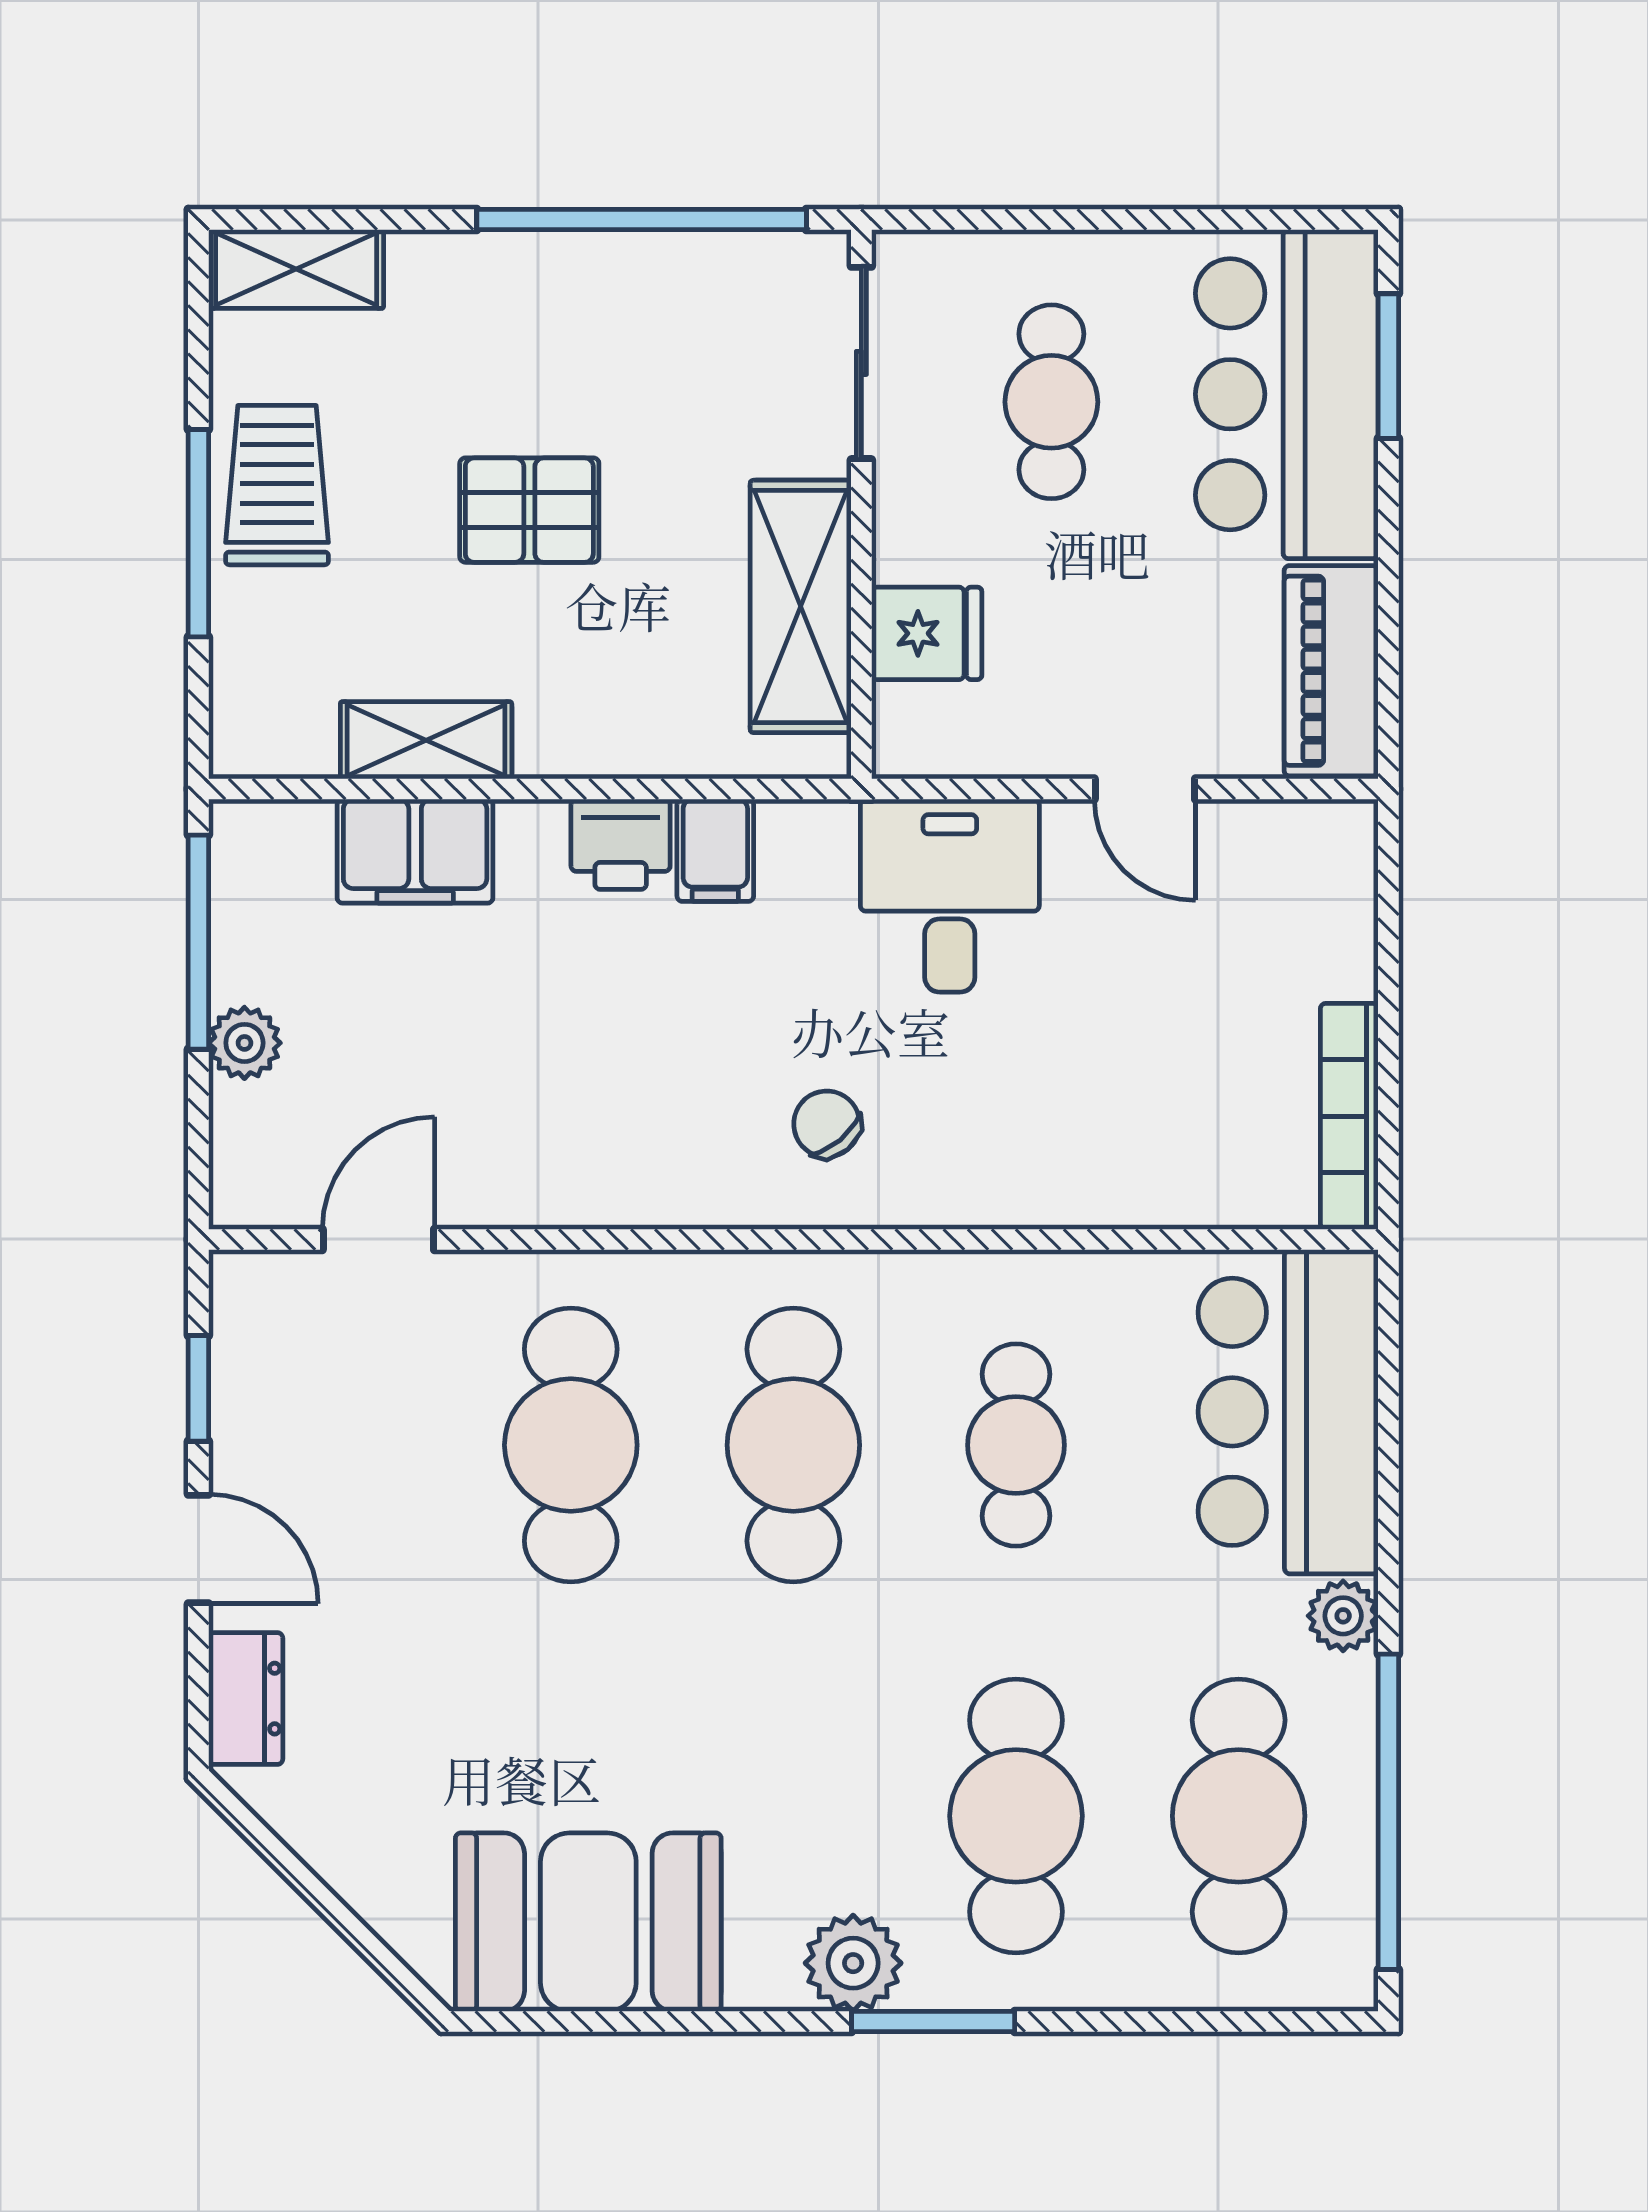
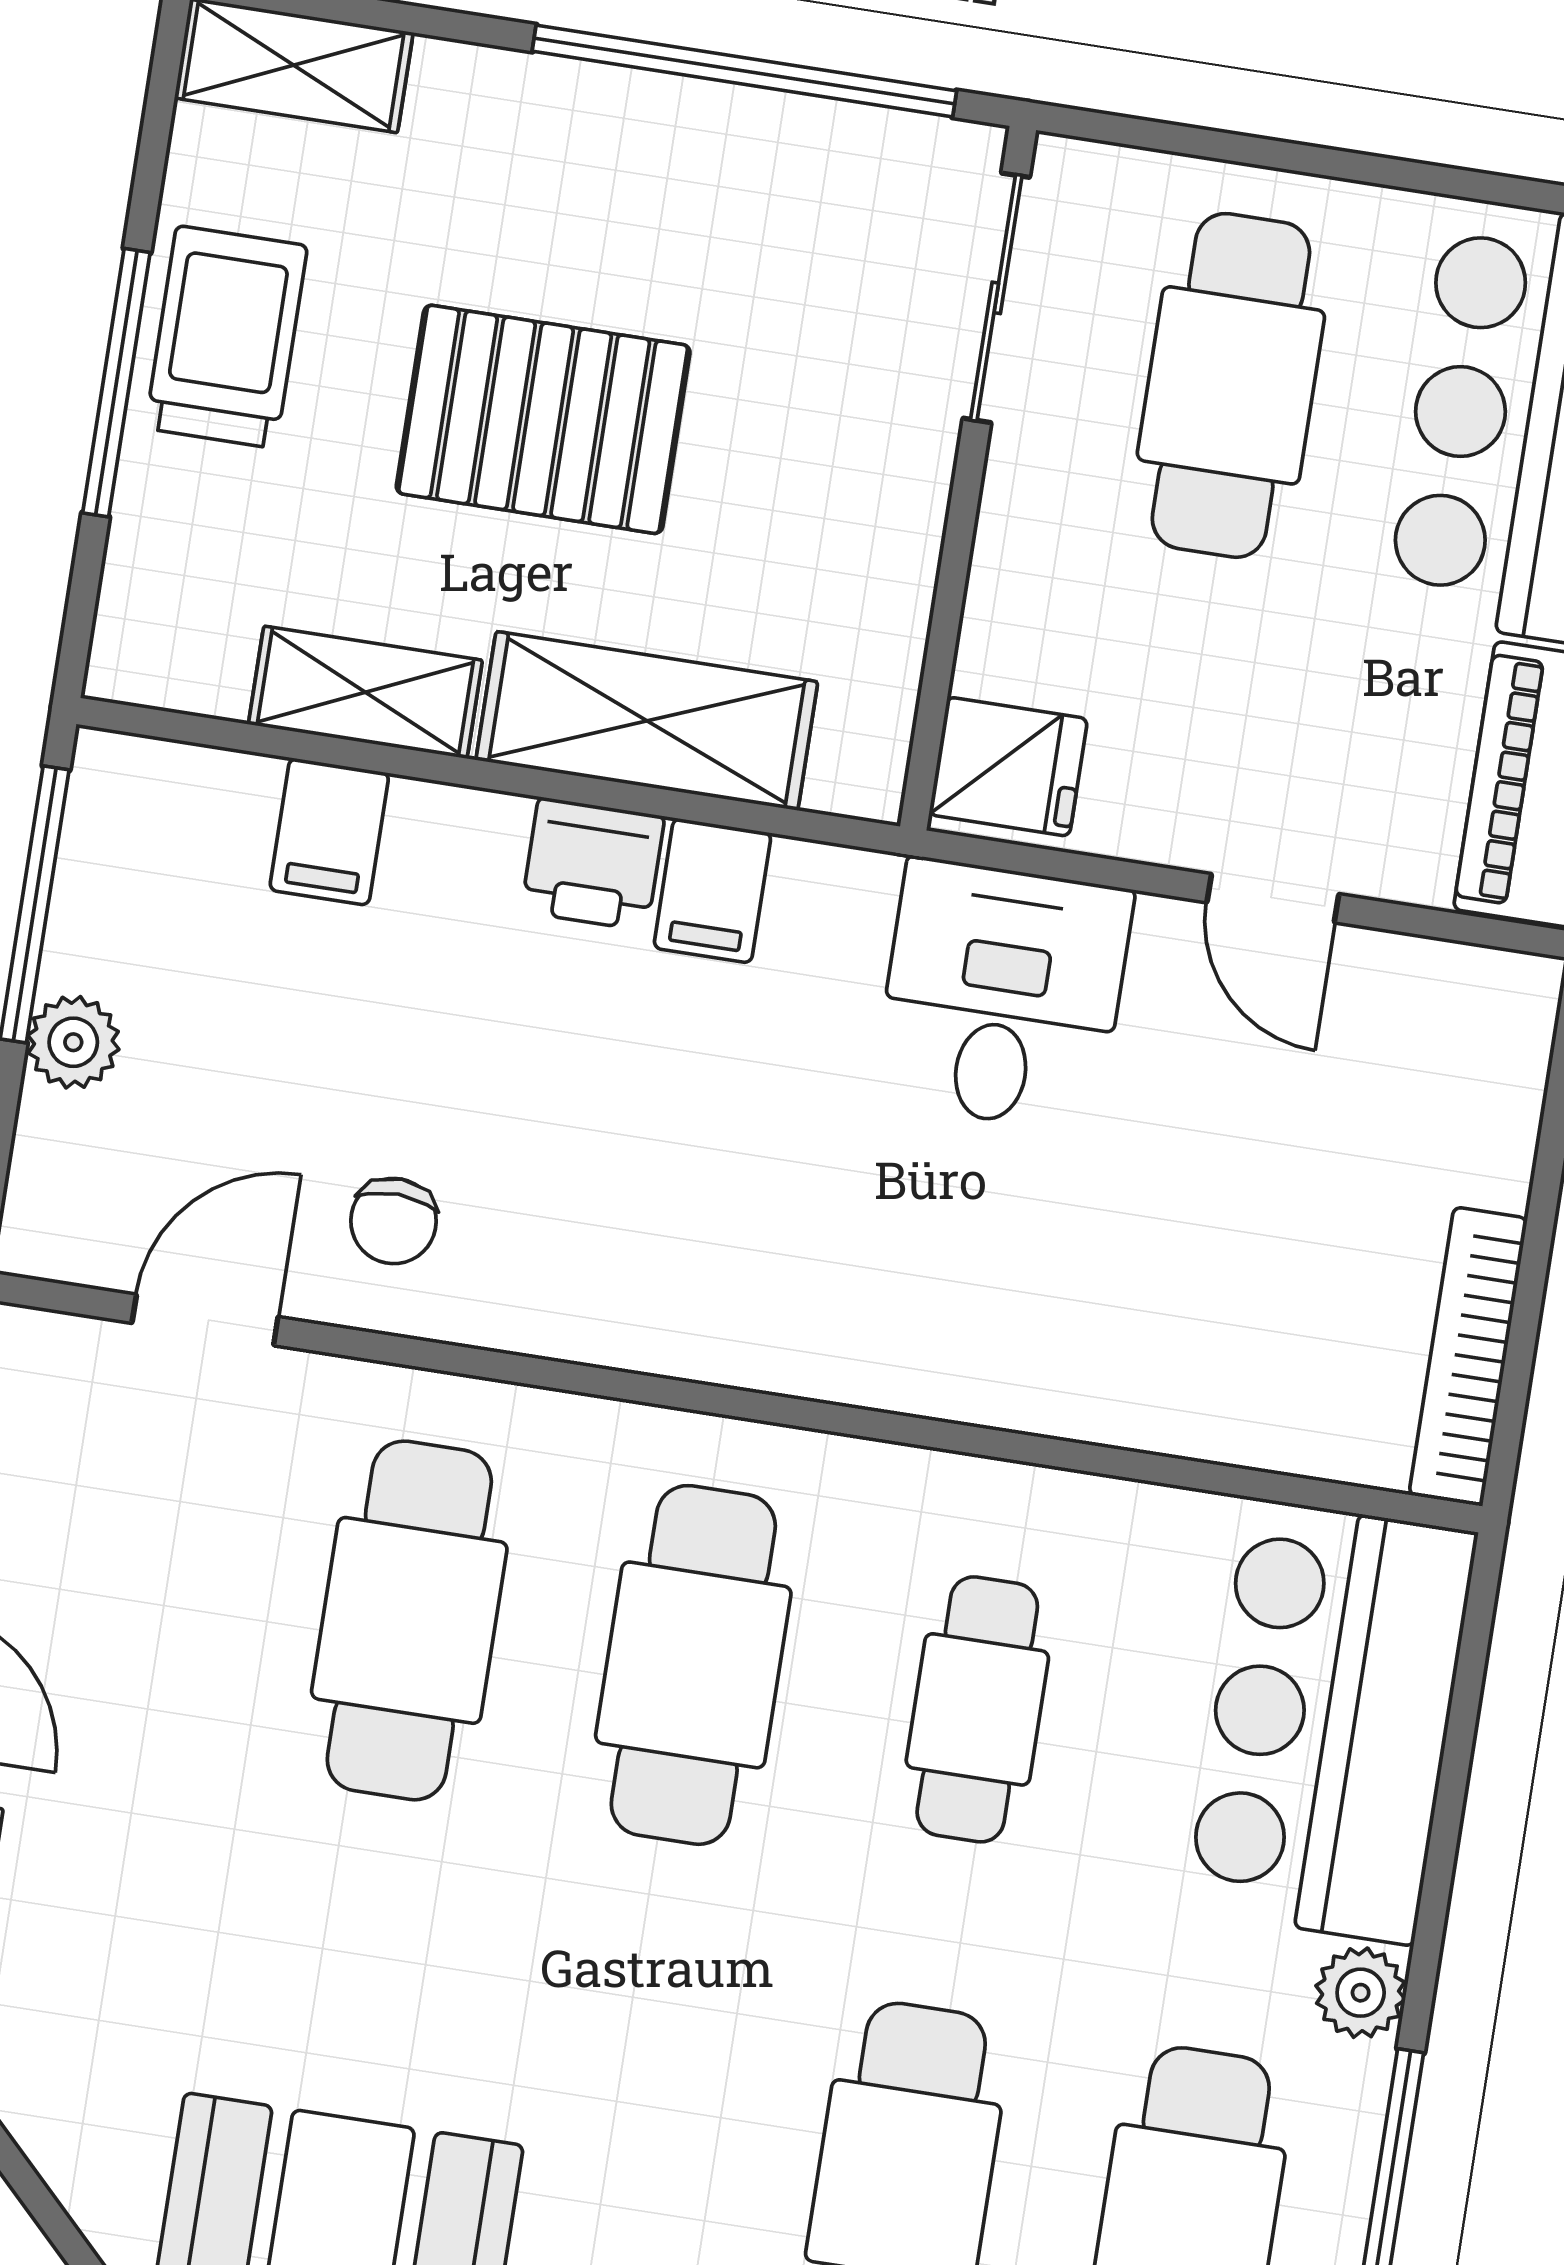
cafe table: (1051, 402) -> (1231, 385), width x1.37, depth x1.35
pallet: (529, 510) -> (543, 419), width x1.50, depth x1.42
shelving: (801, 606) -> (647, 721), moved, turned 90
fridge: (927, 633) -> (1008, 767), moved
filing cabinet: (415, 851) -> (329, 832), width x0.50
chair: (827, 1124) -> (394, 1221), moved, turned -138

